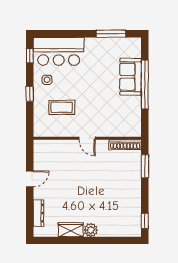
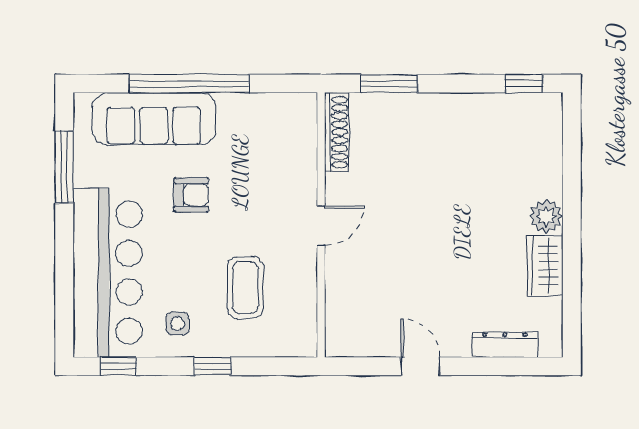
bar counter: (59, 51) -> (108, 273), width x1.36
sofa: (131, 77) -> (154, 119), width x1.36
armchair: (100, 85) -> (191, 195), added

